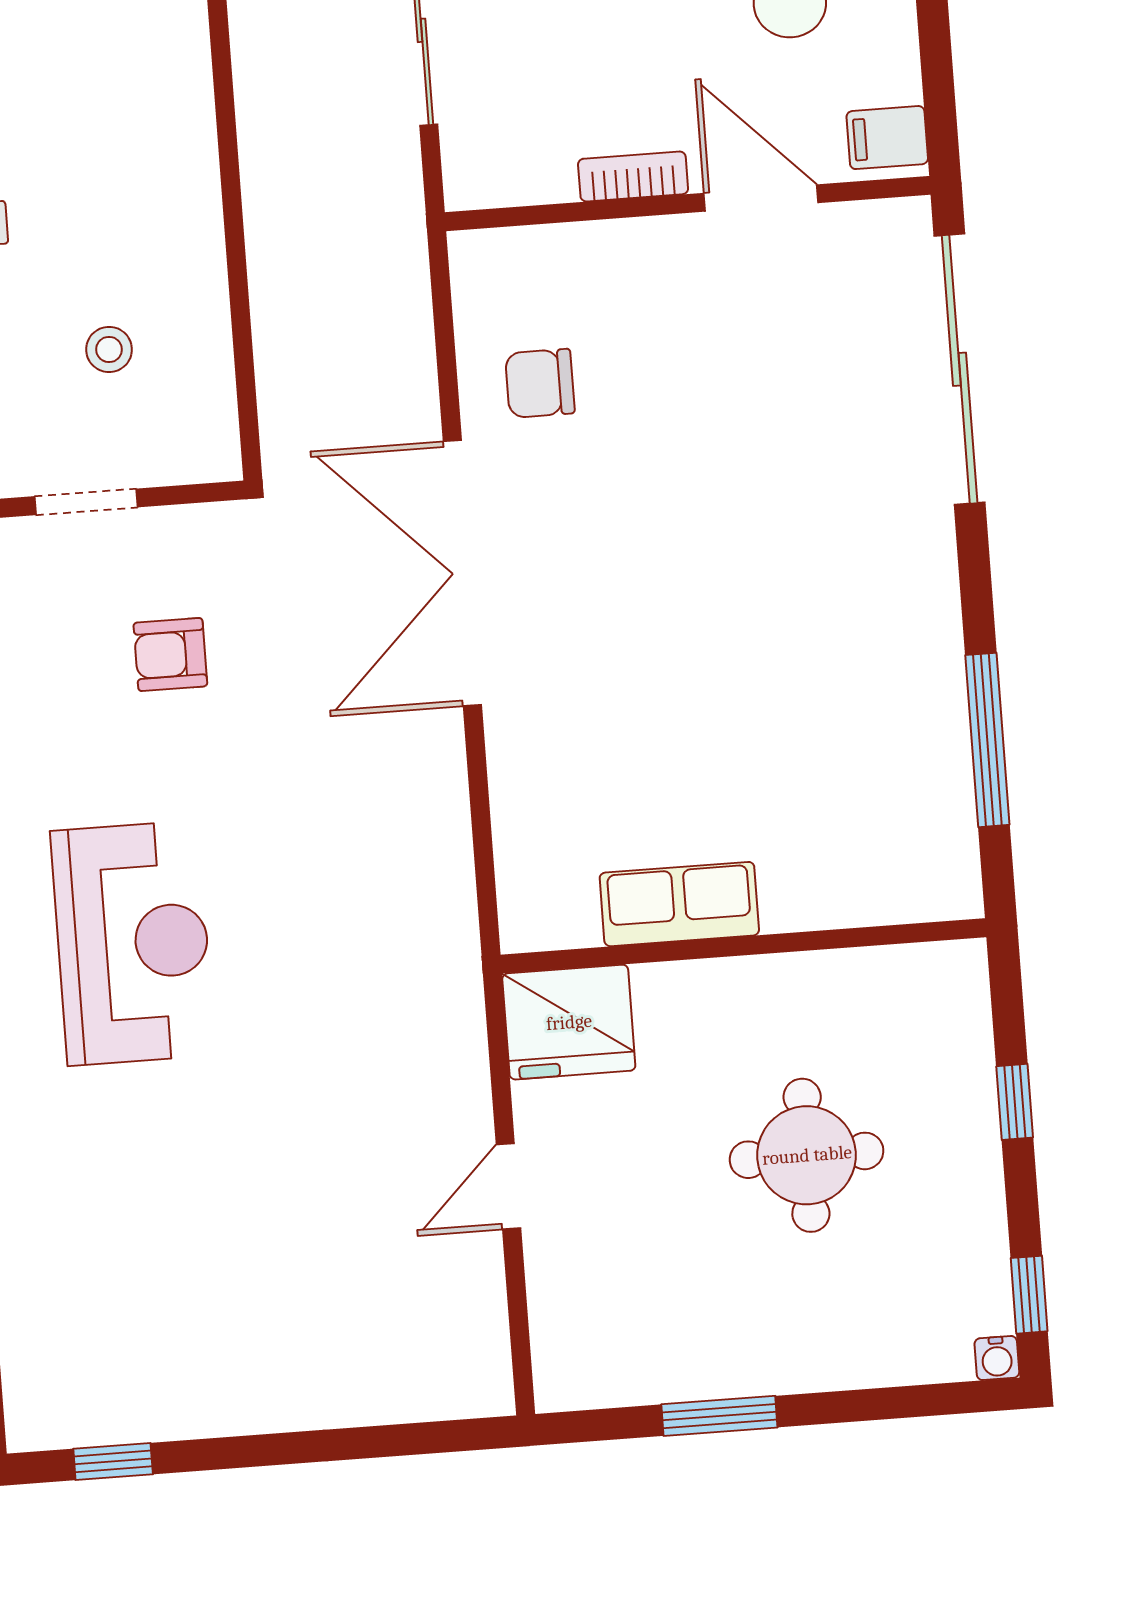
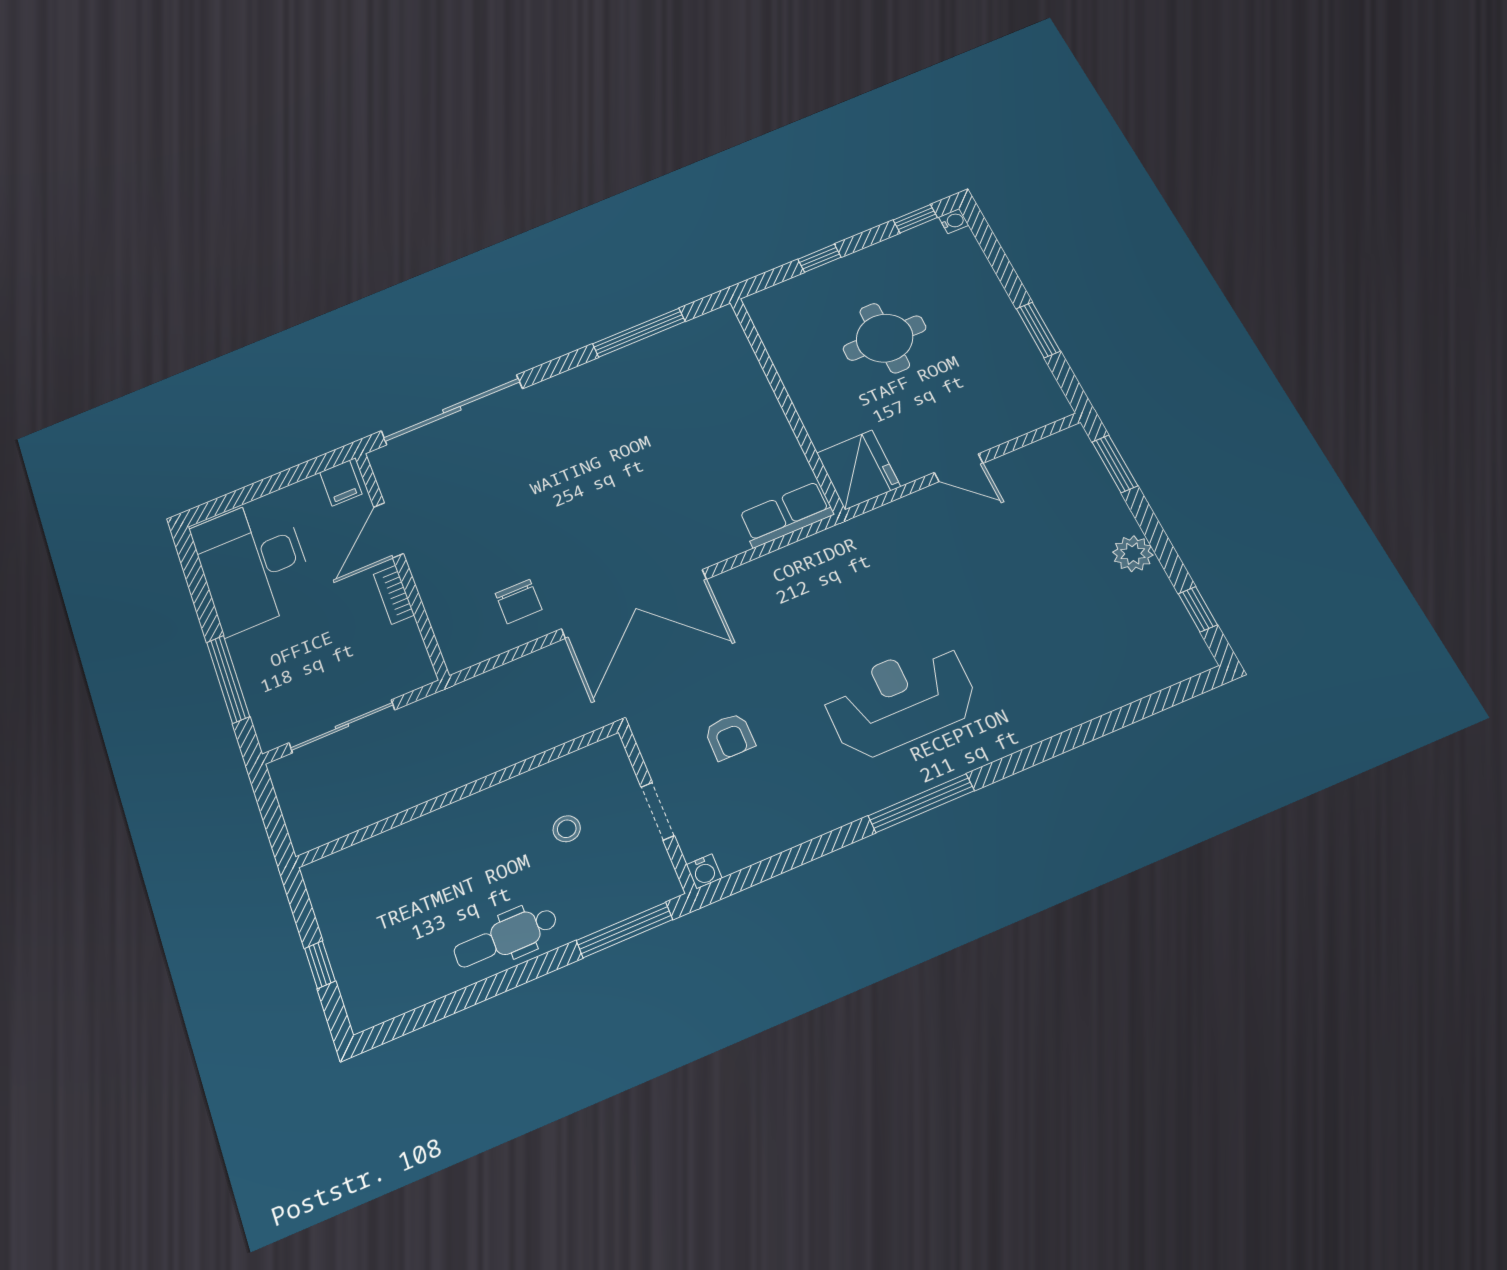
row of seats: (679, 904) -> (786, 514), moved, turned 90
plant: (247, 1401) -> (1133, 554), added
window: (418, 1439) -> (1115, 464), added

